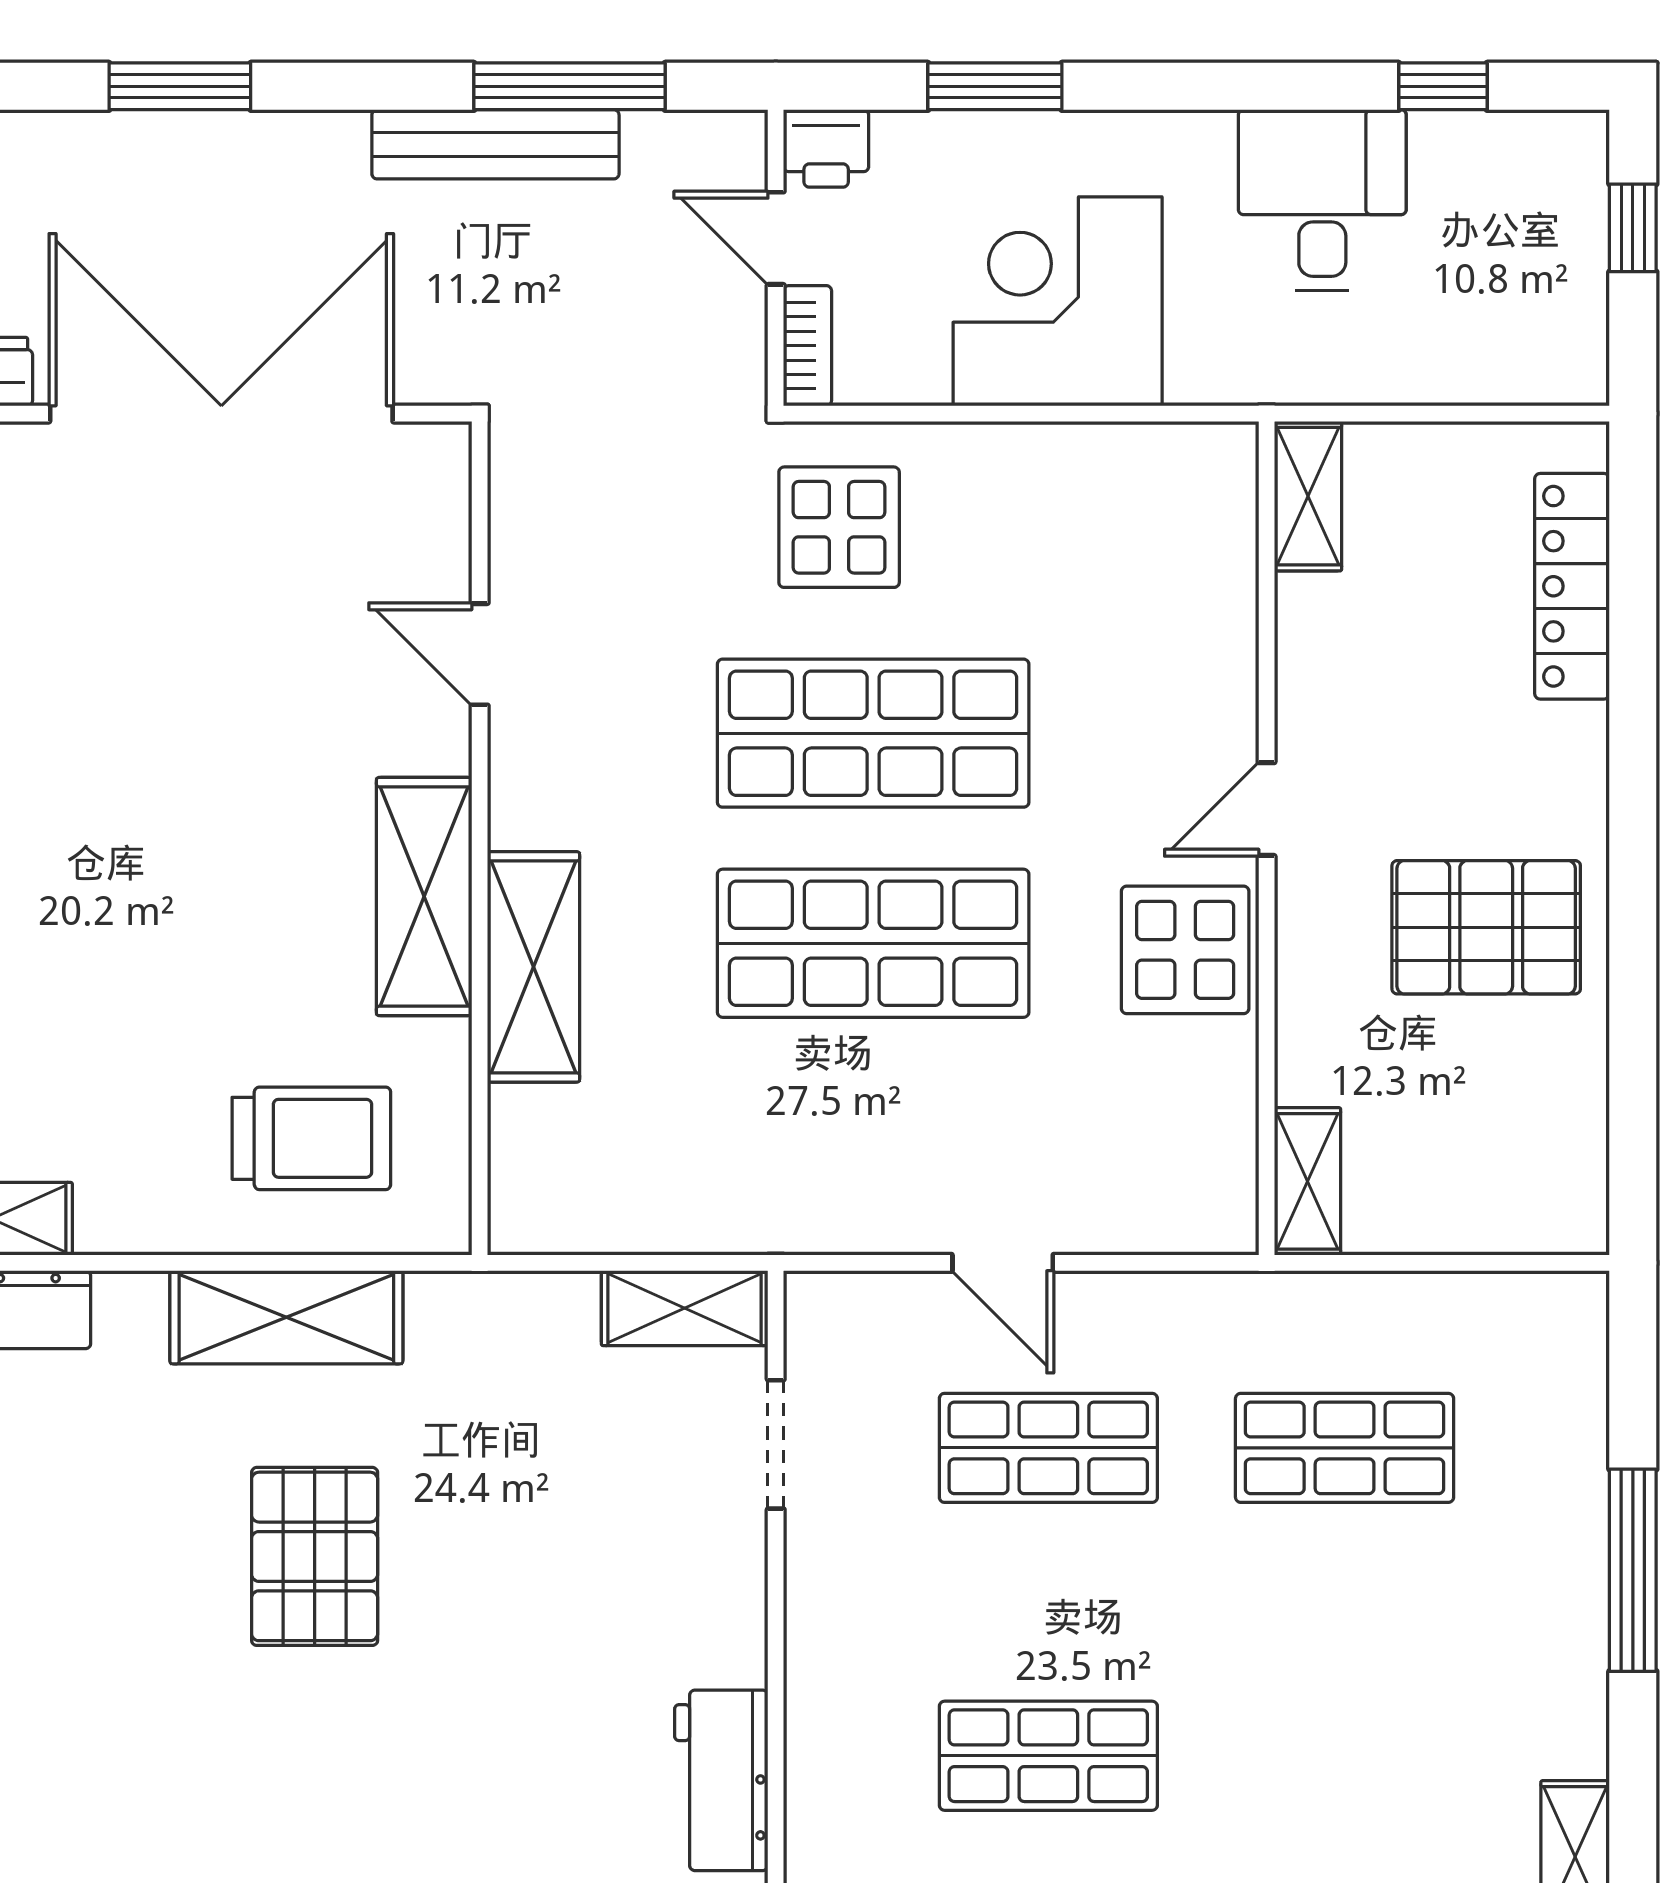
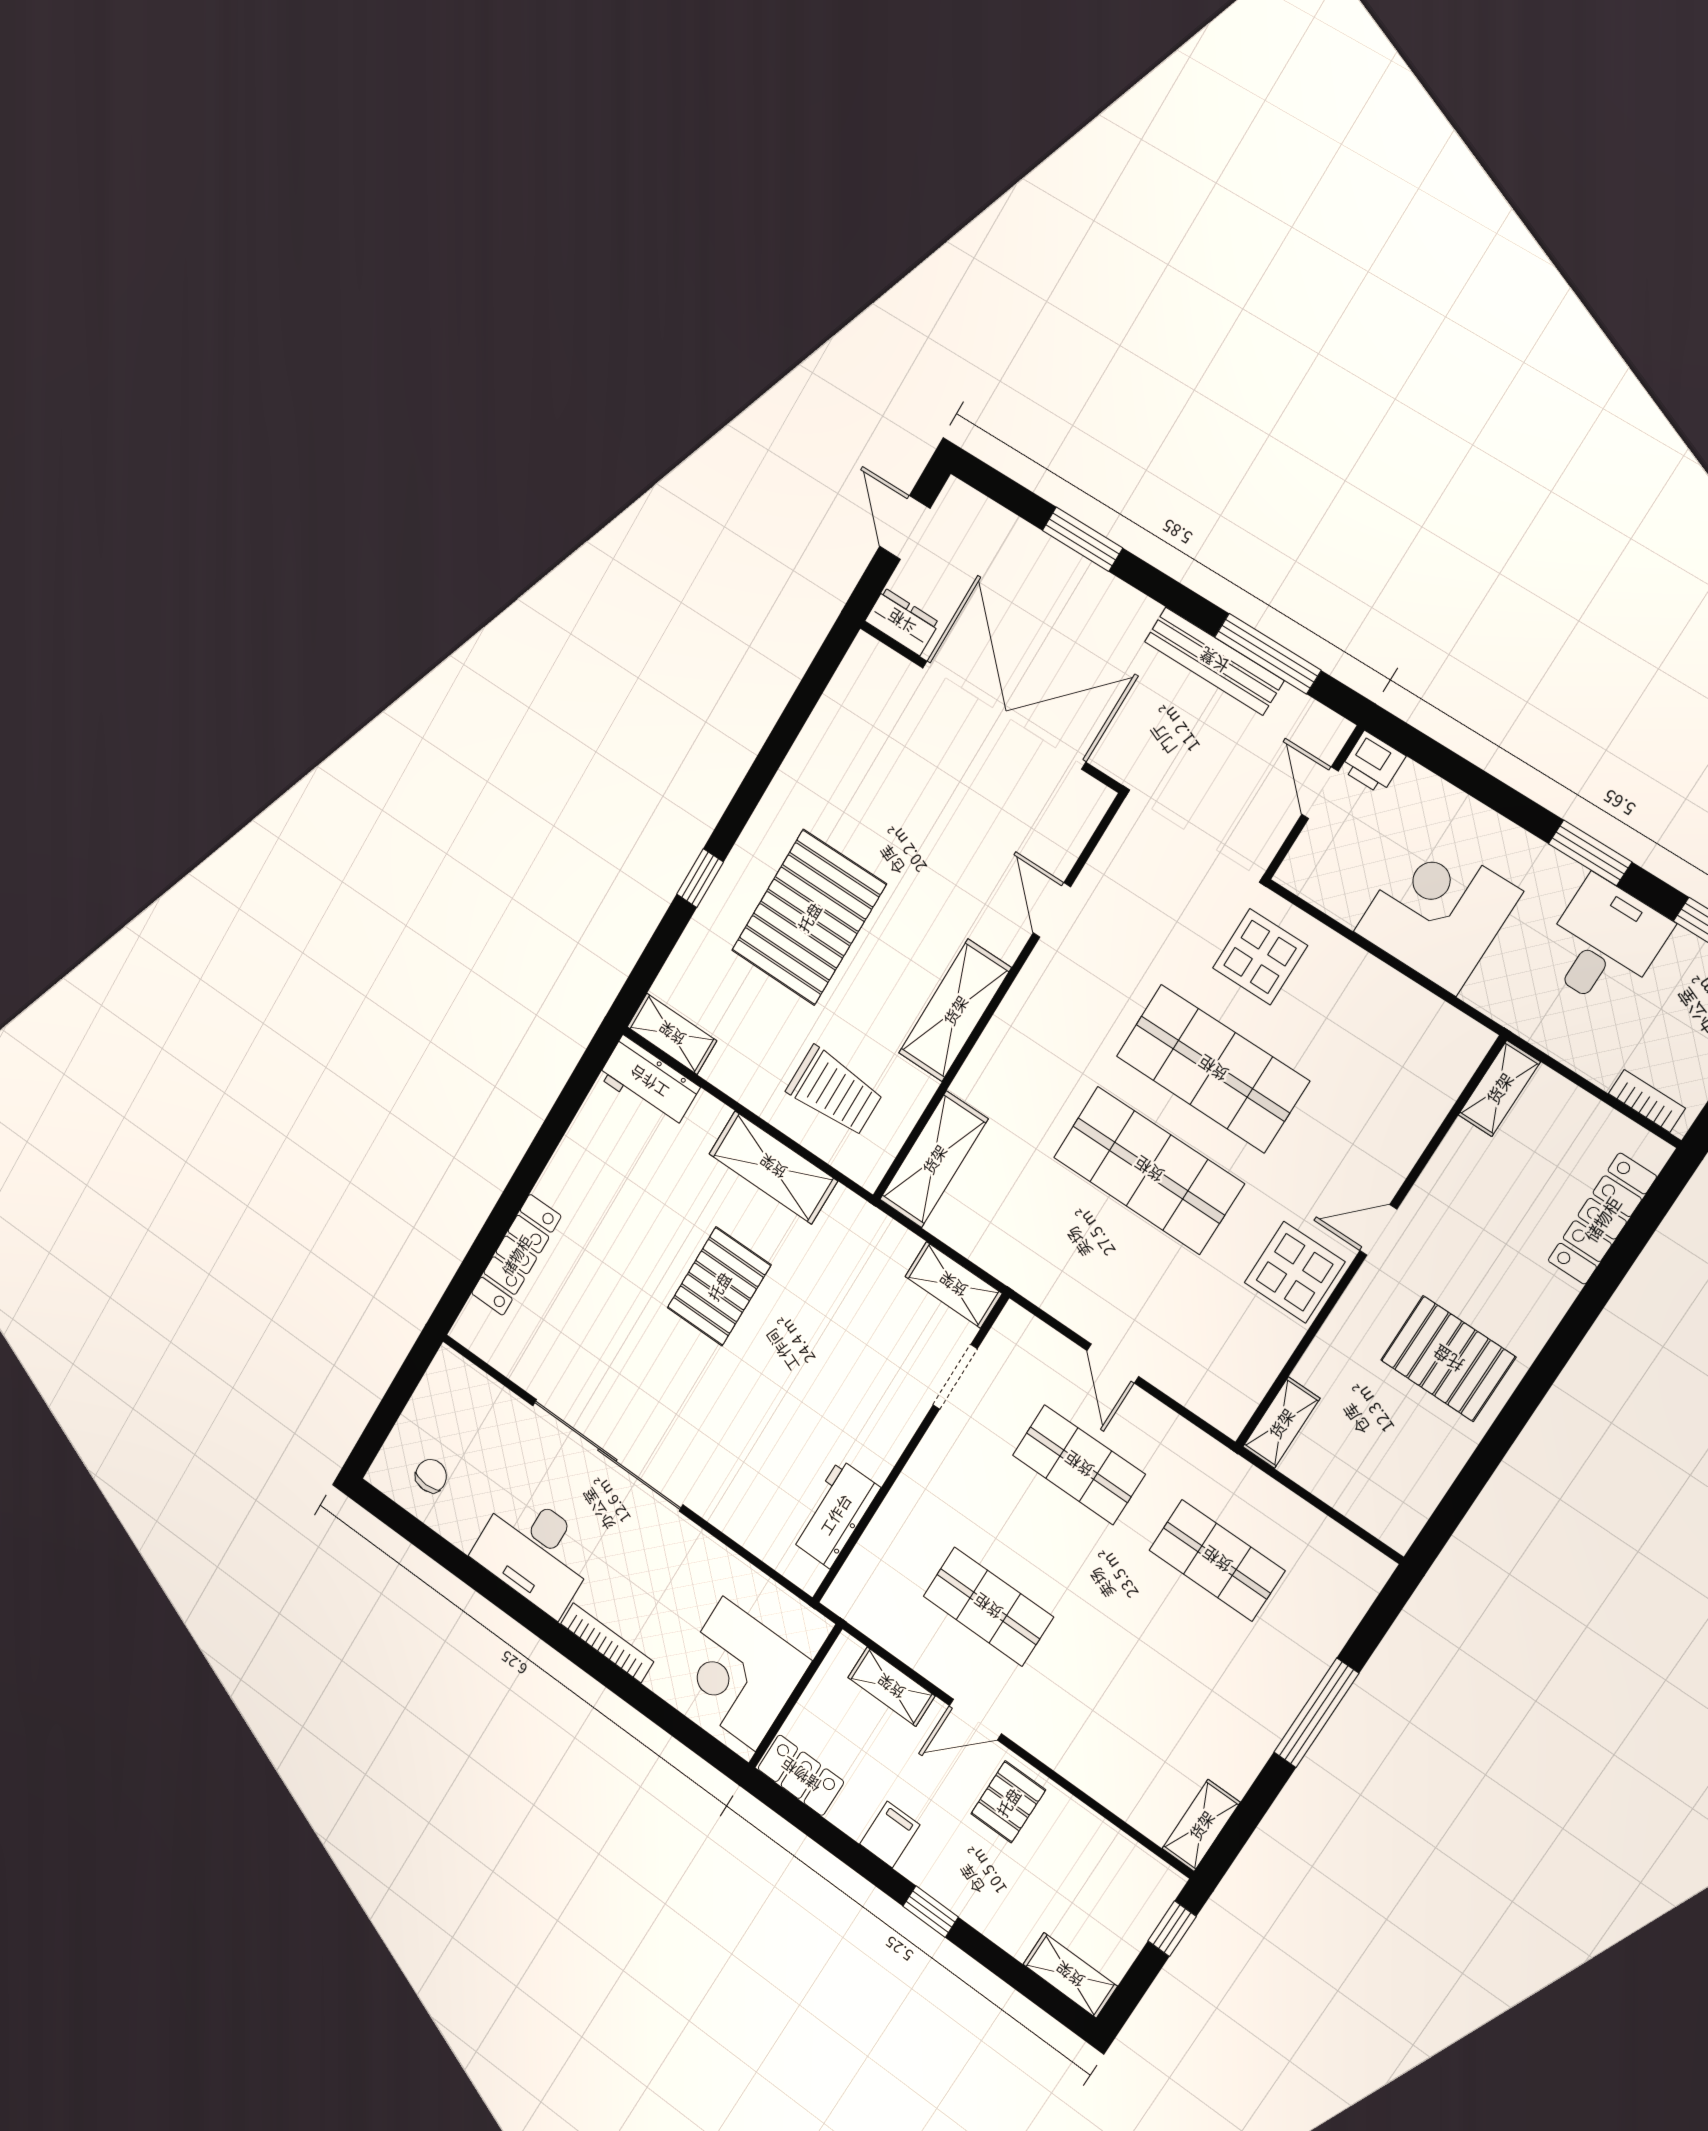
window: (995, 86) -> (1590, 853), moved
bookcase: (808, 346) -> (1647, 1101), moved, turned -90
pallet: (103, 902) -> (809, 917), added
shelving: (534, 967) -> (934, 1159), moved

